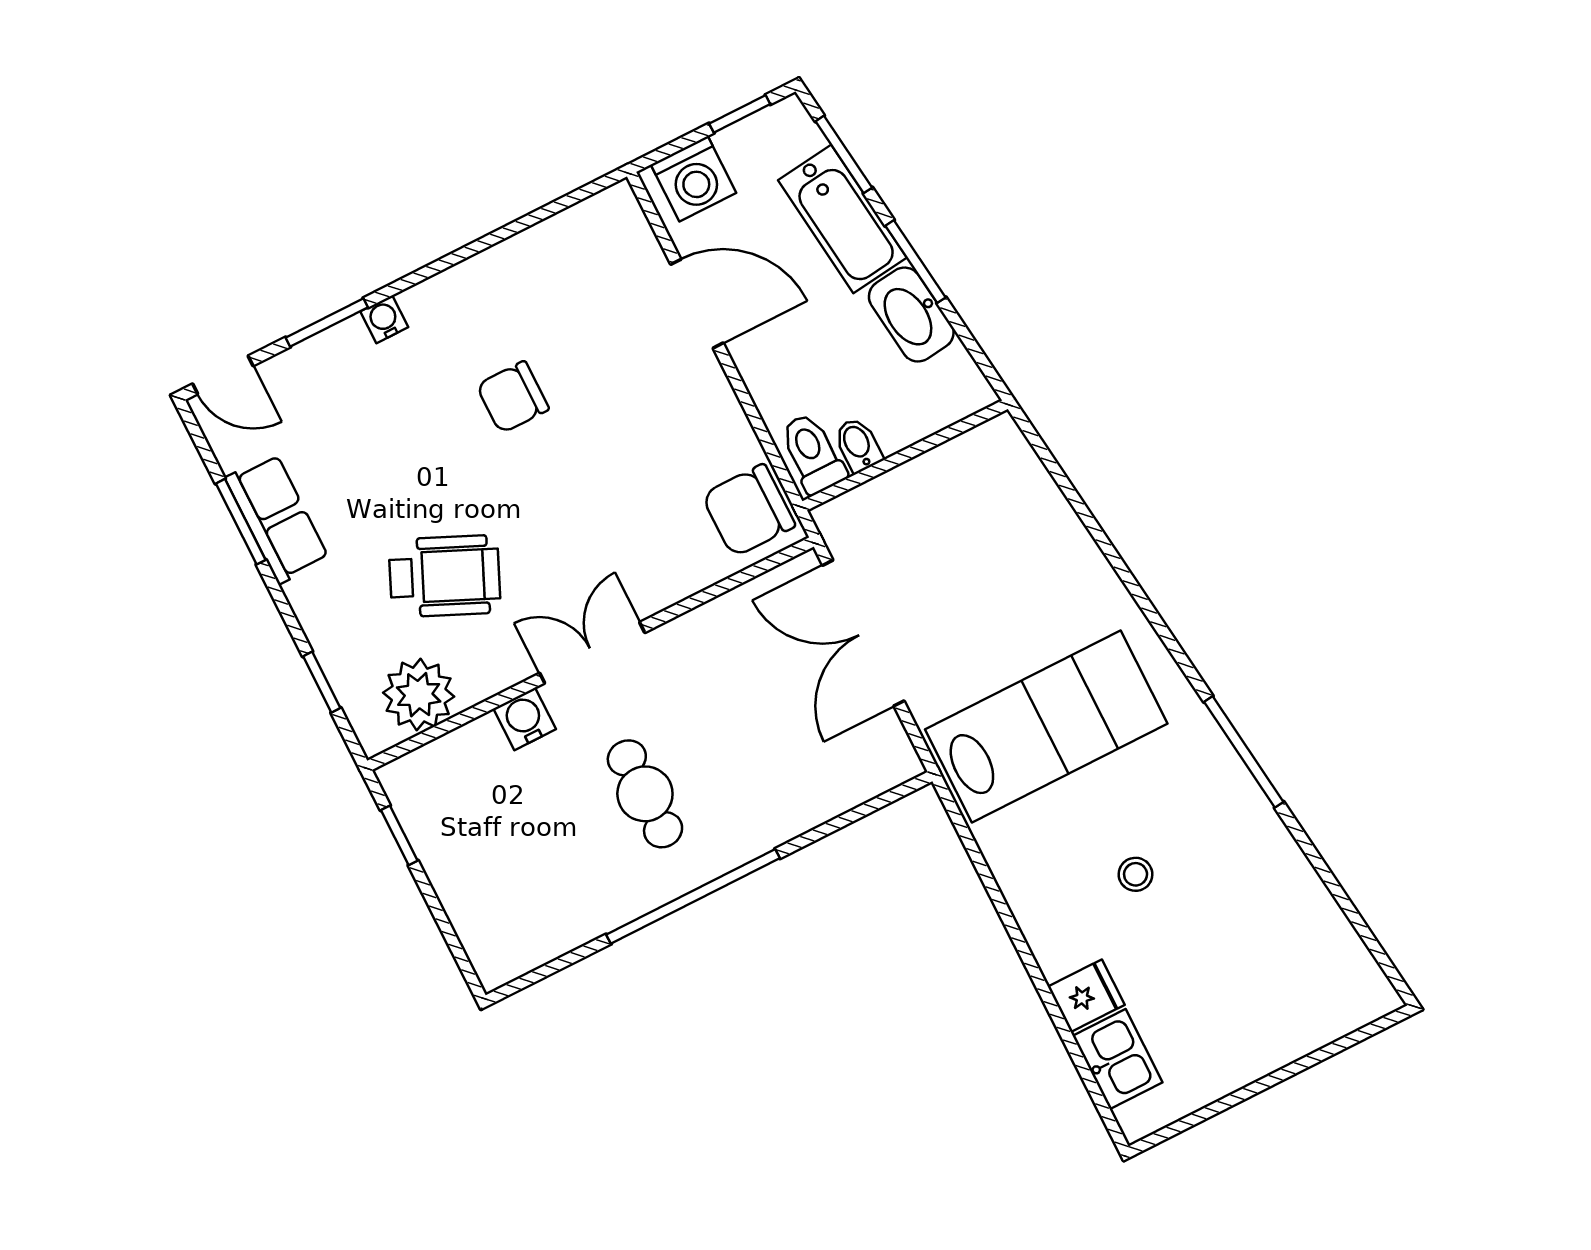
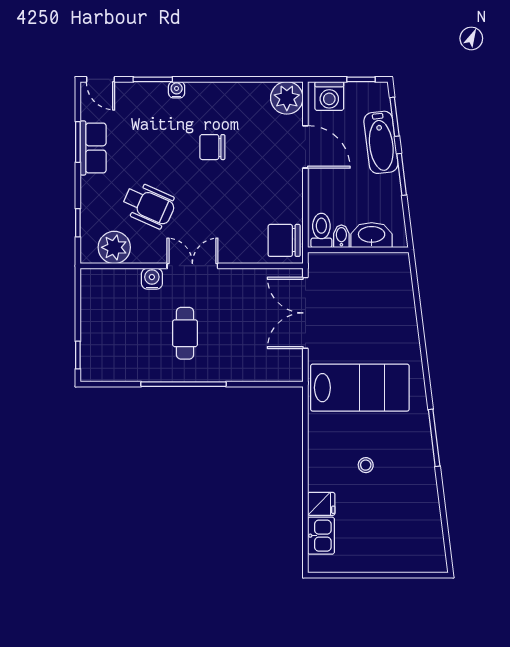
plant: (611, 225) -> (287, 98), added
washbasin: (911, 315) -> (372, 235), moved, turned 97
window: (399, 835) -> (78, 355), moved

